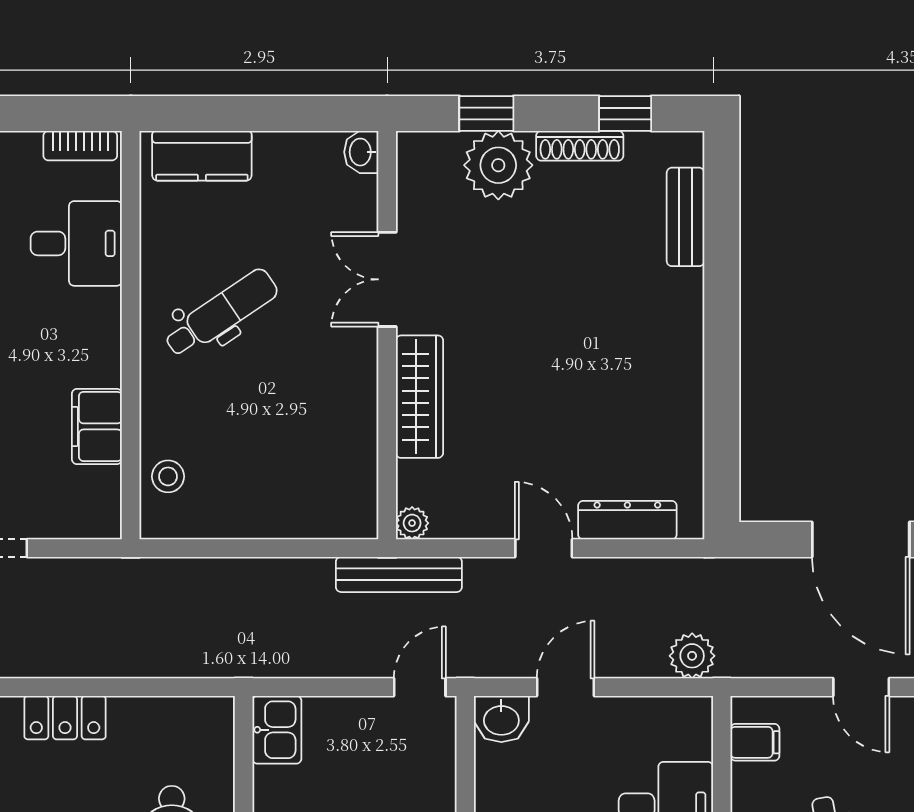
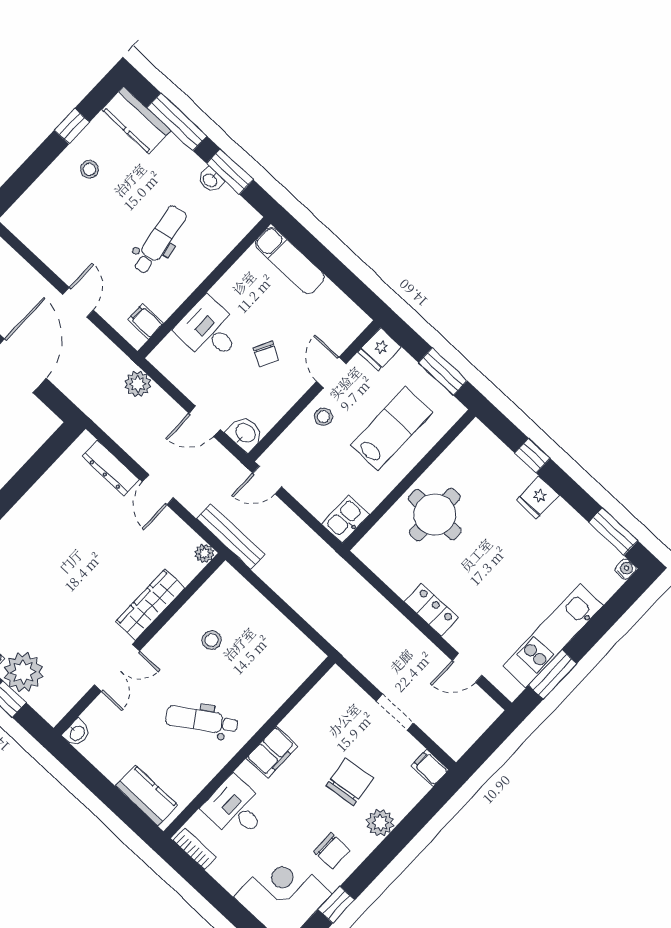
filing cabinet: (97, 426) -> (272, 752), moved
stool: (168, 476) -> (212, 640), moved

